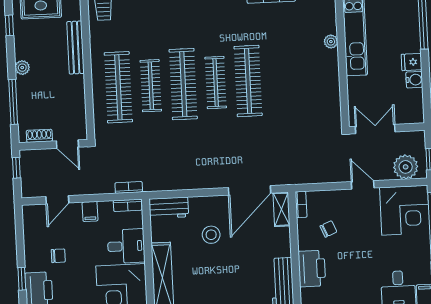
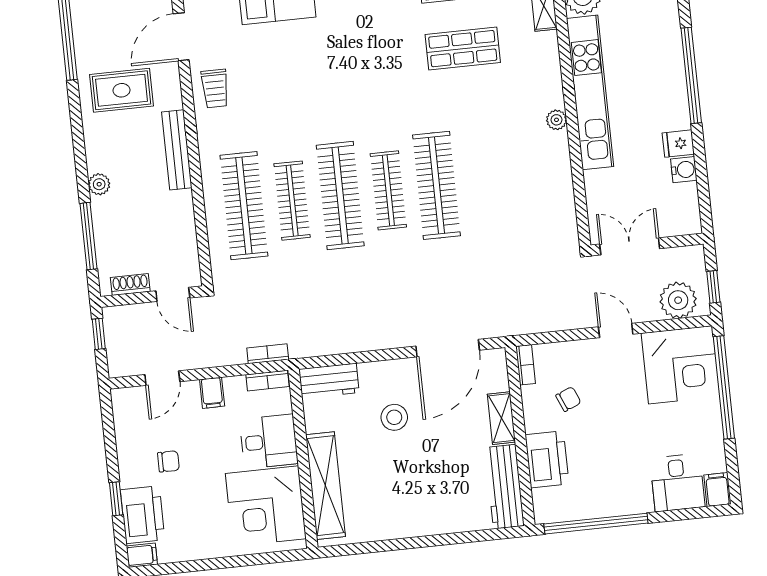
window: (9, 25) -> (77, 122), removed
shelving: (281, 209) -> (501, 418), moved

